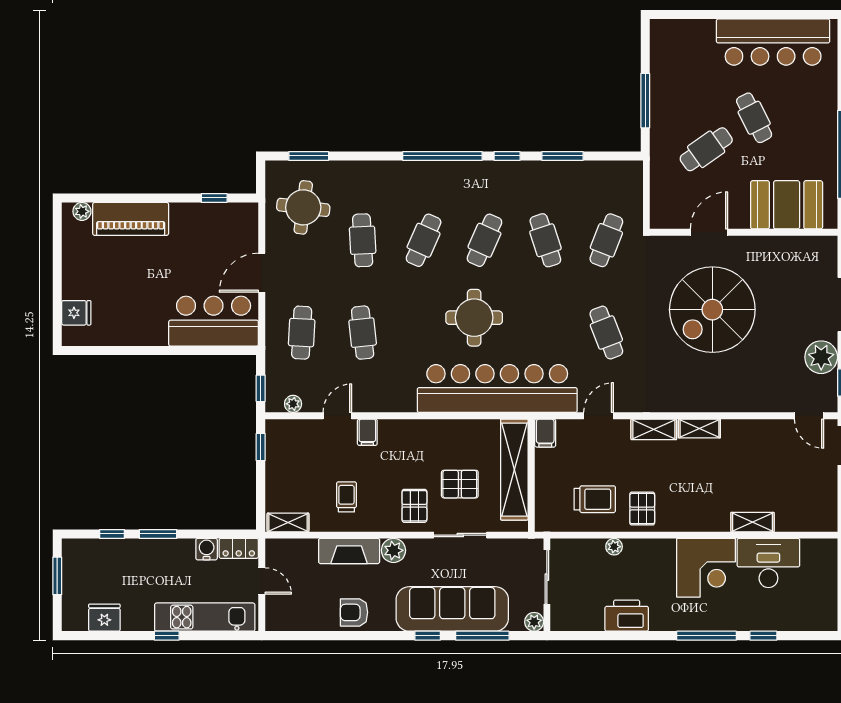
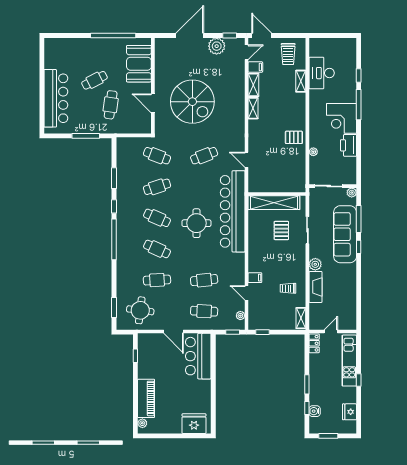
bar counter: (773, 42) -> (56, 98), moved
cafe table: (706, 149) -> (111, 105), turned 43
fridge: (76, 313) -> (194, 424), width x1.88, depth x1.34
shelving: (654, 429) -> (253, 85), moved
filing cabinet: (545, 433) -> (255, 67), moved
trolley: (595, 499) -> (288, 54), moved, turned 180
pallet: (414, 506) -> (292, 254), removed
water cooler: (207, 549) -> (315, 411), moved
corner desk: (706, 568) -> (342, 118), moved, turned 180
armchair: (354, 612) -> (347, 284), removed

